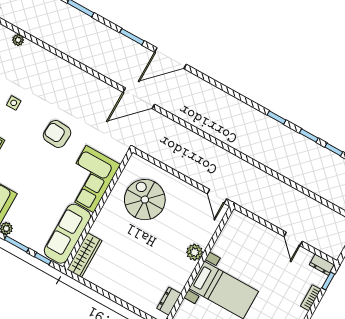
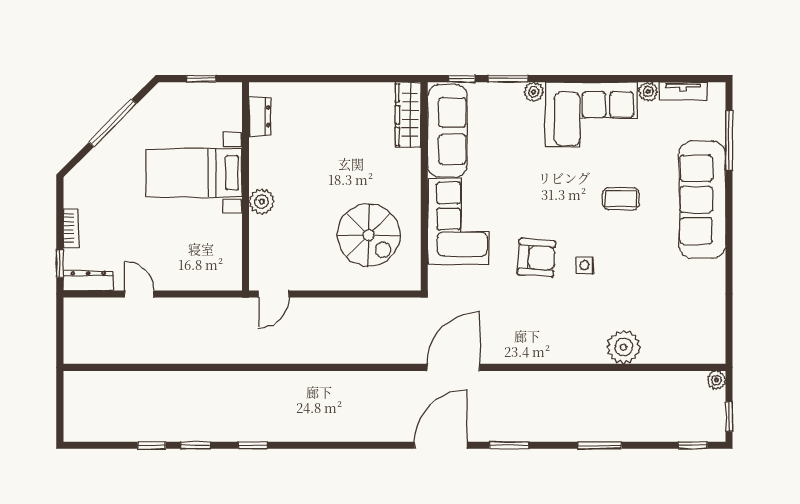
plant: (18, 40) -> (624, 347), moved, width x1.88, depth x1.88
side table: (14, 103) -> (584, 265), moved
door: (217, 196) -> (274, 294), swing flipped
dresser: (322, 265) -> (88, 281), width x1.44

